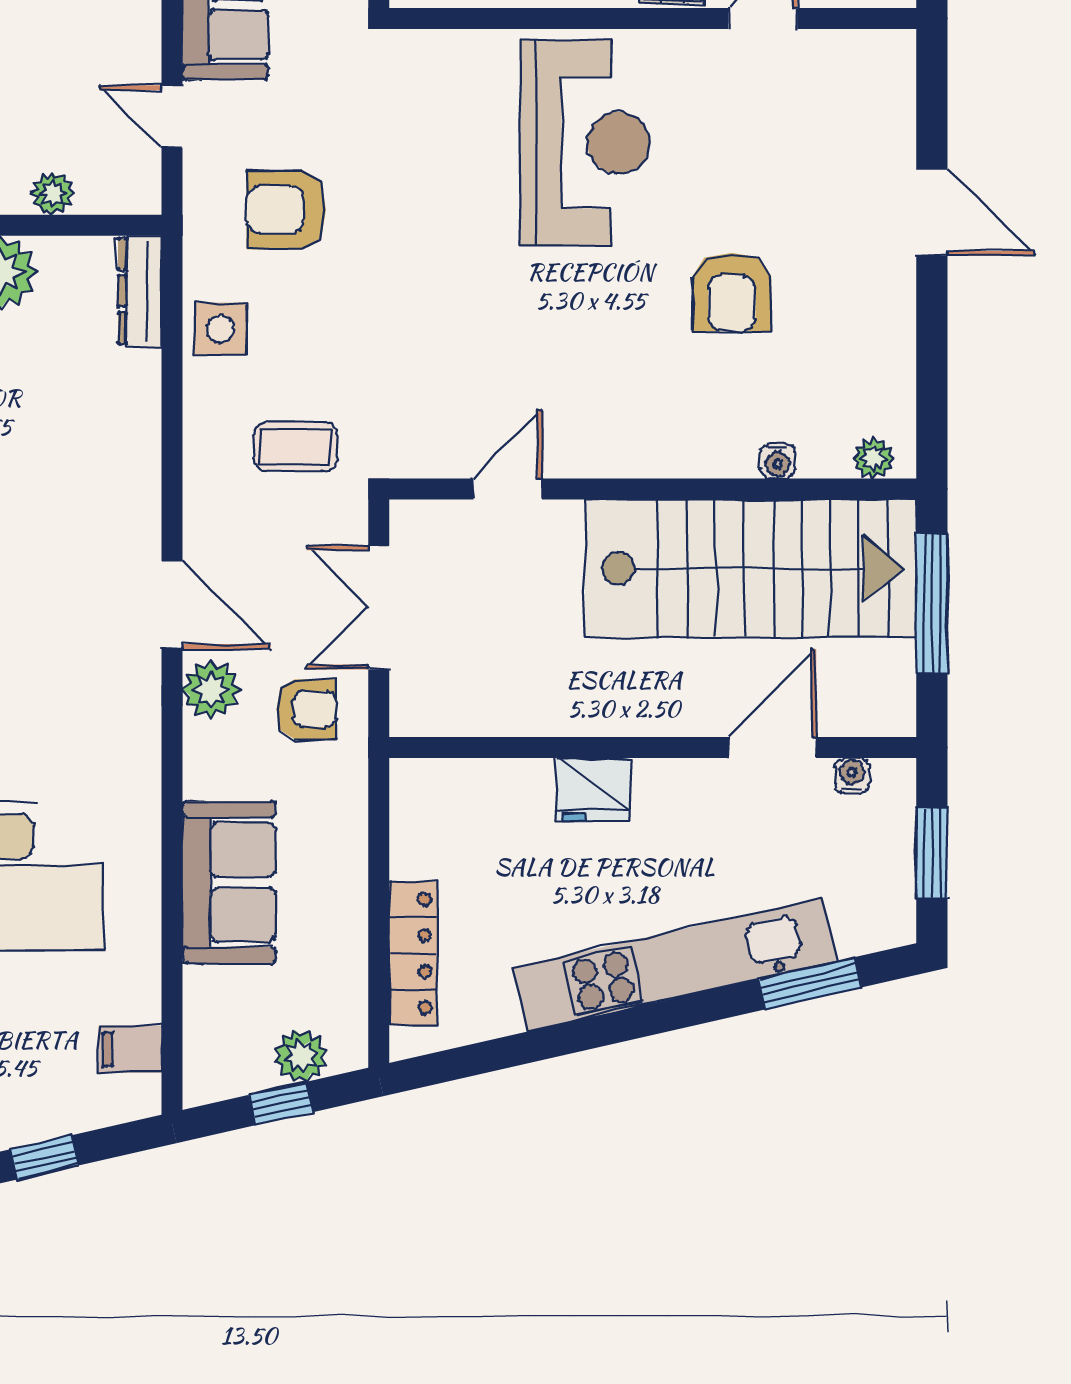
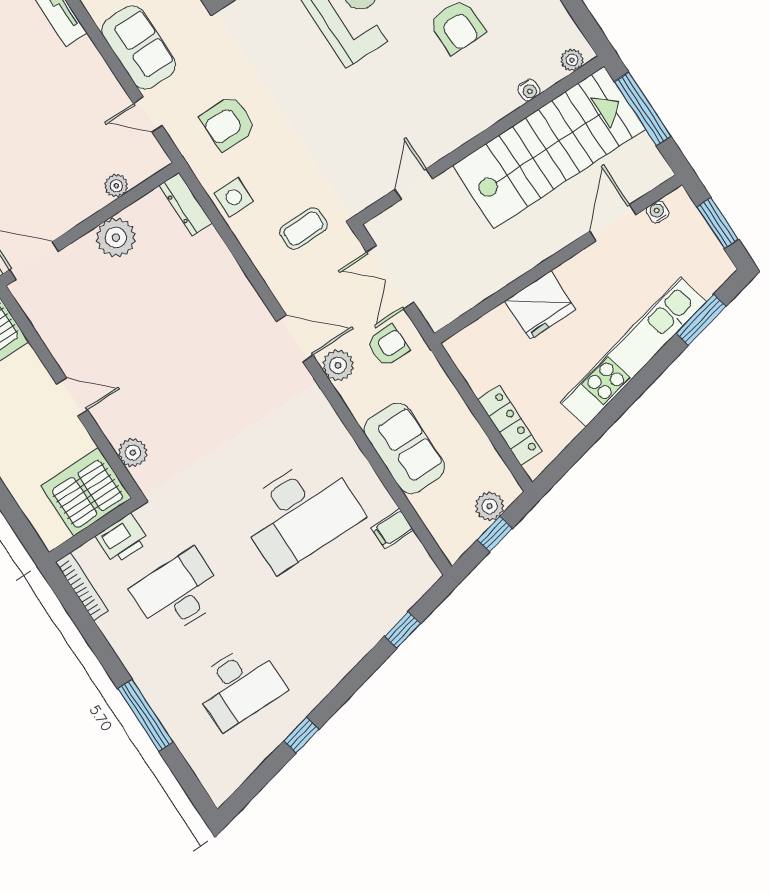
fridge: (593, 790) -> (540, 305), width x1.36, depth x1.34
filing cabinet: (130, 1049) -> (392, 529), moved

